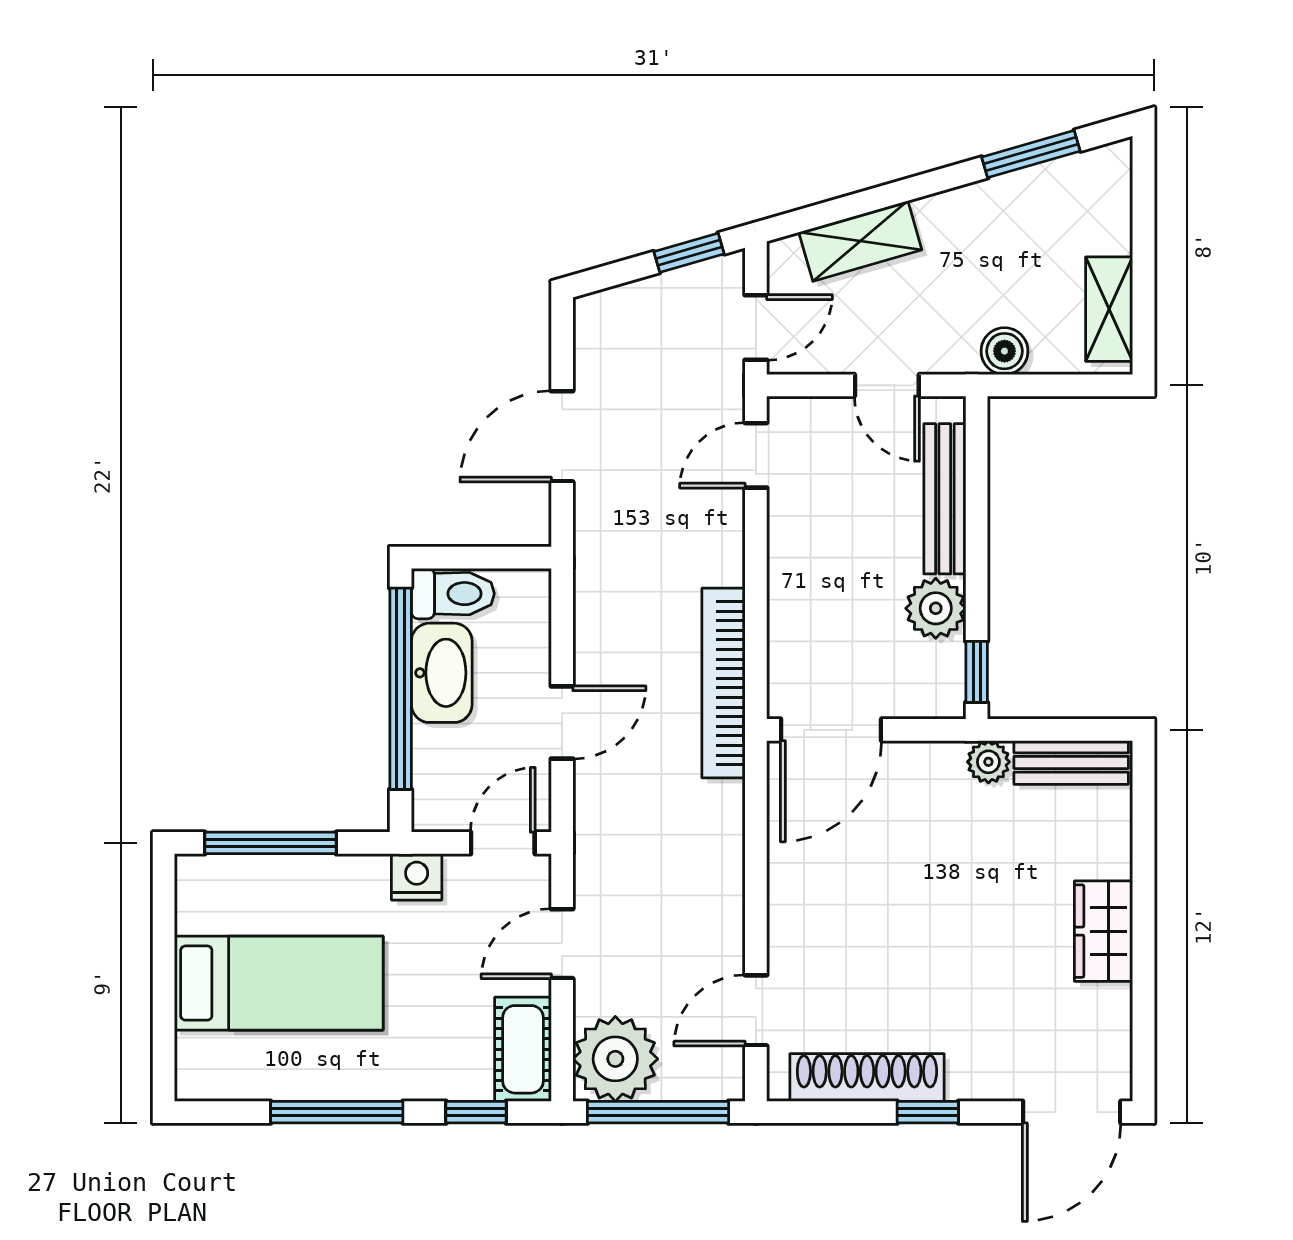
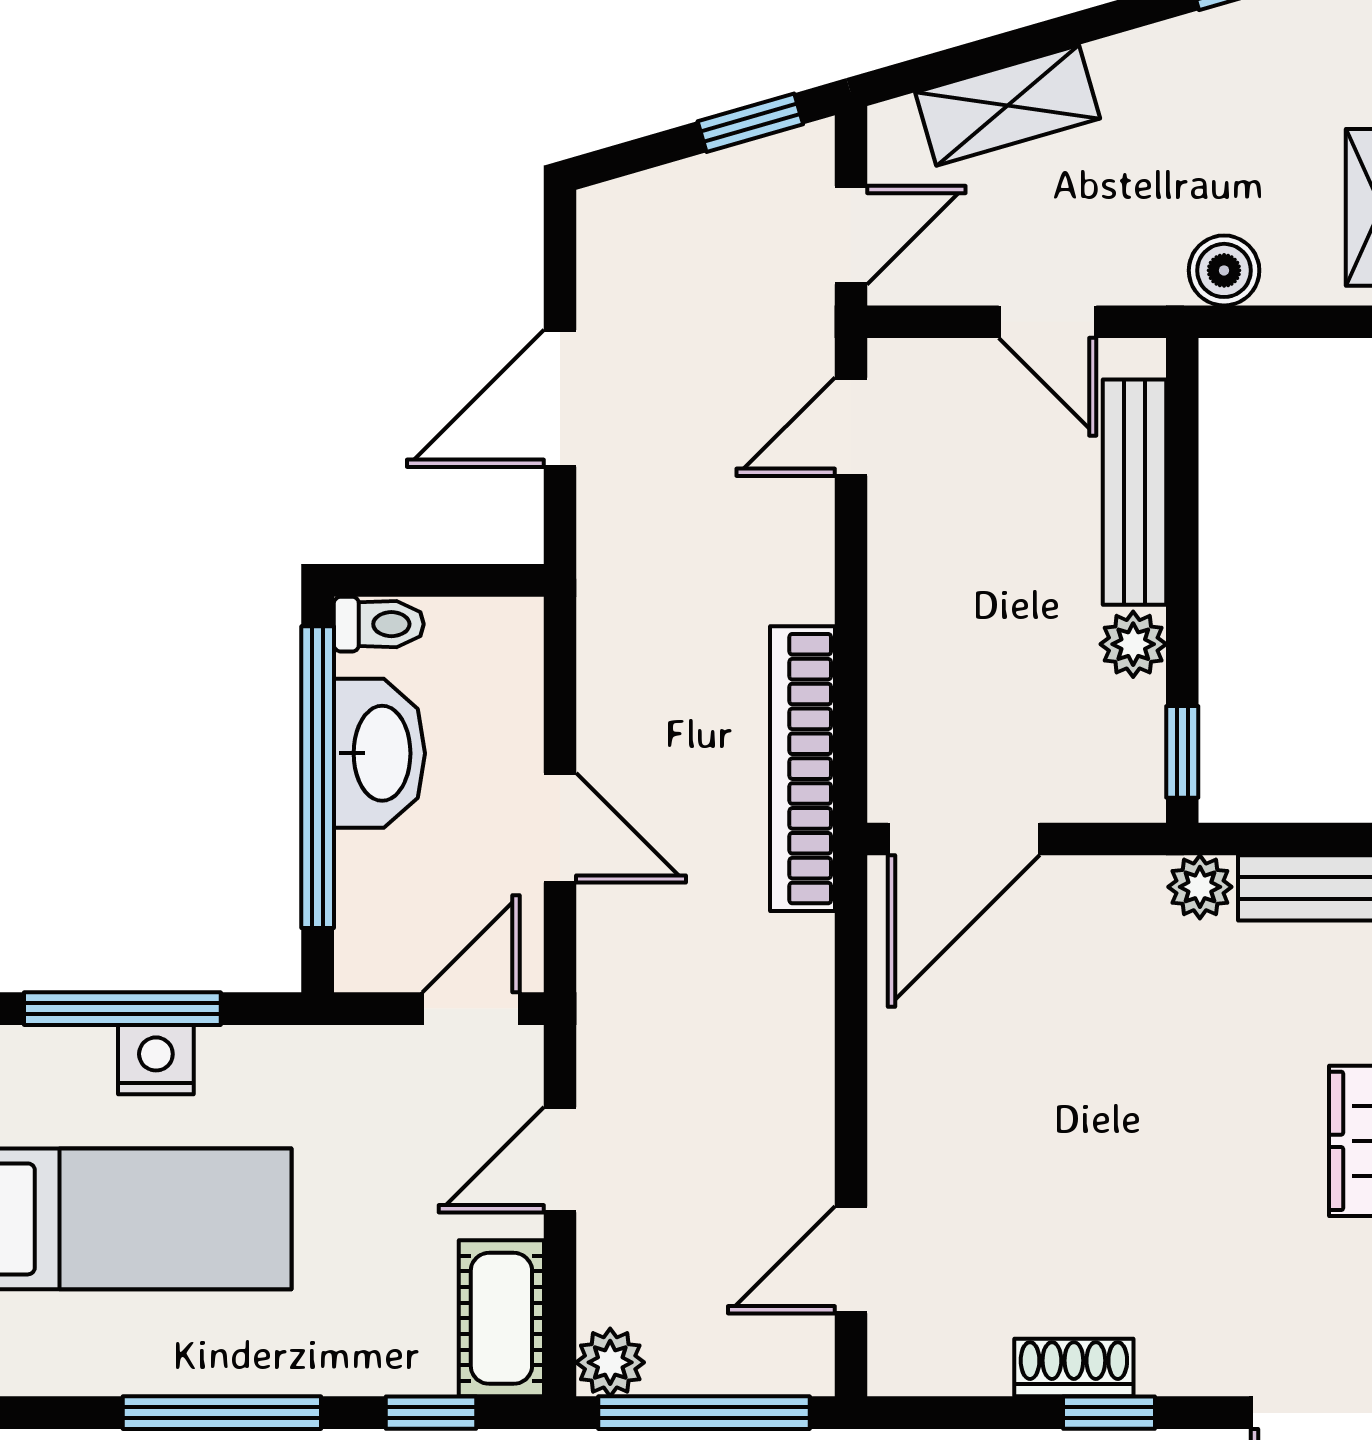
toilet: (453, 594) -> (379, 624), width x0.73, depth x0.72
plant: (936, 608) -> (1133, 644), width x0.73, depth x0.73
door: (562, 722) -> (560, 828), hinge flipped
nightstand: (417, 877) -> (156, 1060), moved
plant: (615, 1059) -> (610, 1362), width x0.53, depth x0.53
shoe rack: (867, 1078) -> (1074, 1368), width x0.51, depth x0.81

